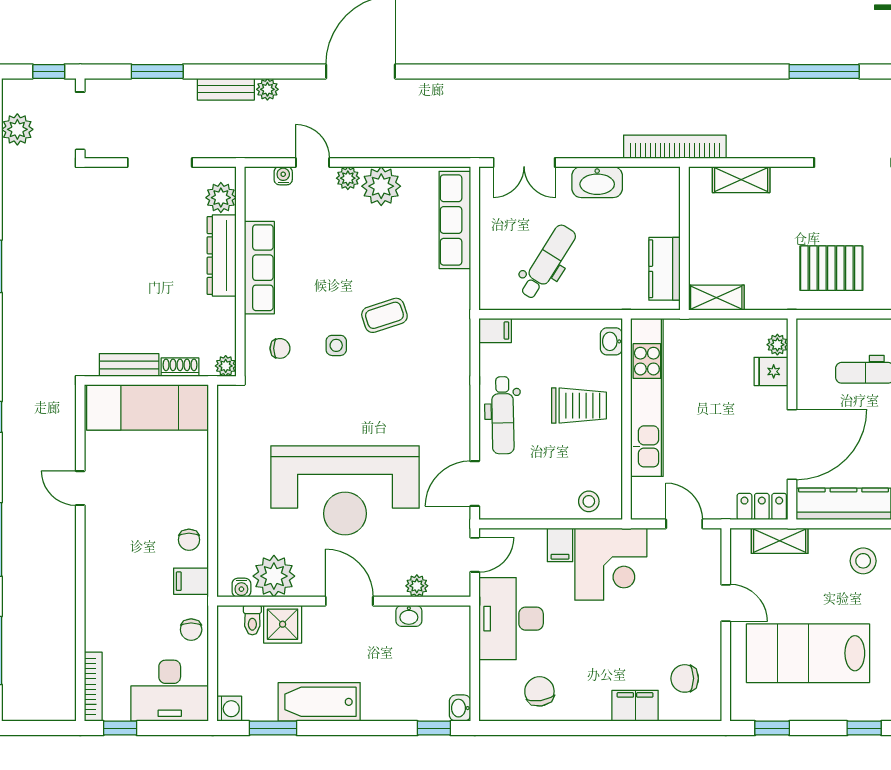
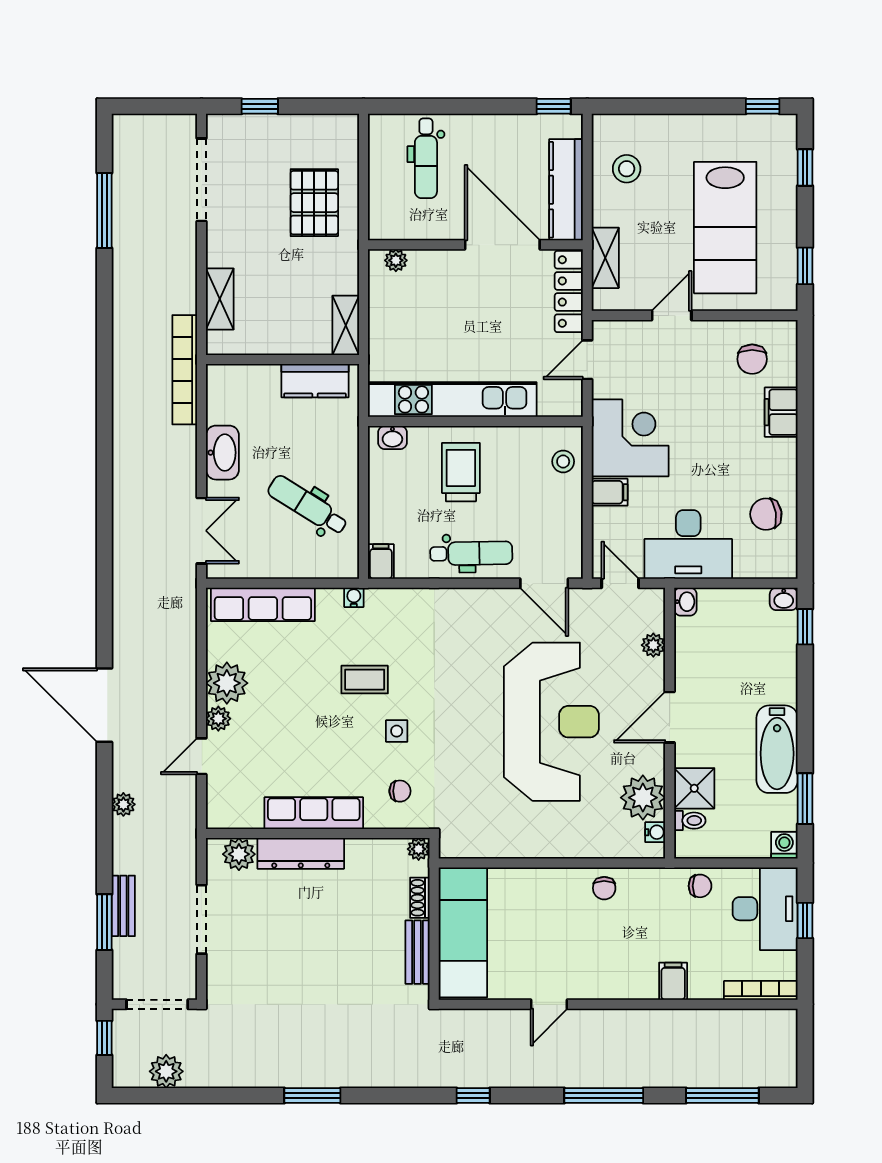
bench: (226, 89) -> (123, 906), moved
water cooler: (283, 176) -> (354, 597), moved, turned 90
coffee table: (384, 315) -> (365, 680), turned -72
chair: (280, 348) -> (400, 791), turned 90
fridge: (771, 371) -> (424, 267), removed
locker: (762, 507) -> (569, 291), width x1.53
chair: (189, 540) -> (604, 888), turned 90
filing cabinet: (191, 581) -> (673, 981), moved, turned 180
washbasin: (409, 616) -> (685, 602), moved
window: (120, 728) -> (805, 920), moved

